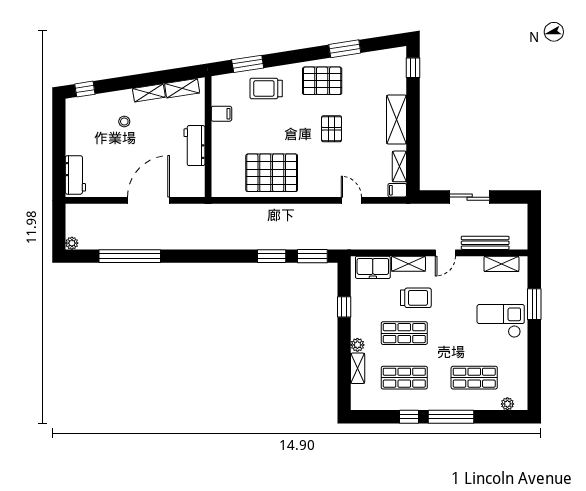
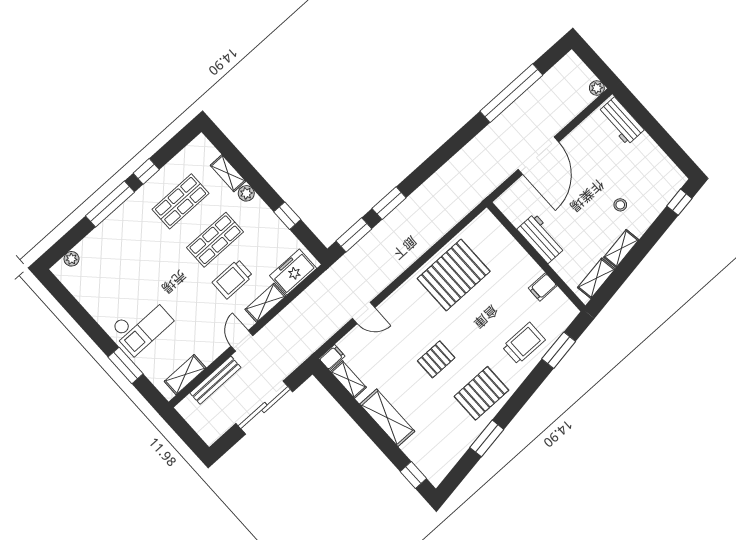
pallet: (332, 129) -> (436, 359), turned 90
sliding door: (470, 197) -> (264, 408), width x1.37
plant: (72, 243) -> (597, 88), moved
shop shelf: (474, 378) -> (120, 256), removed

